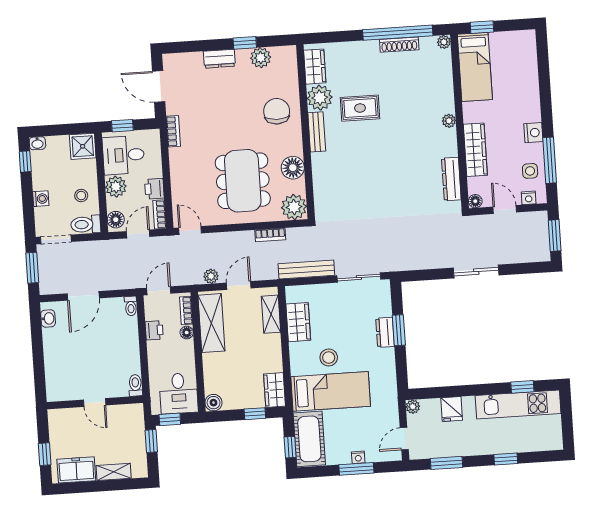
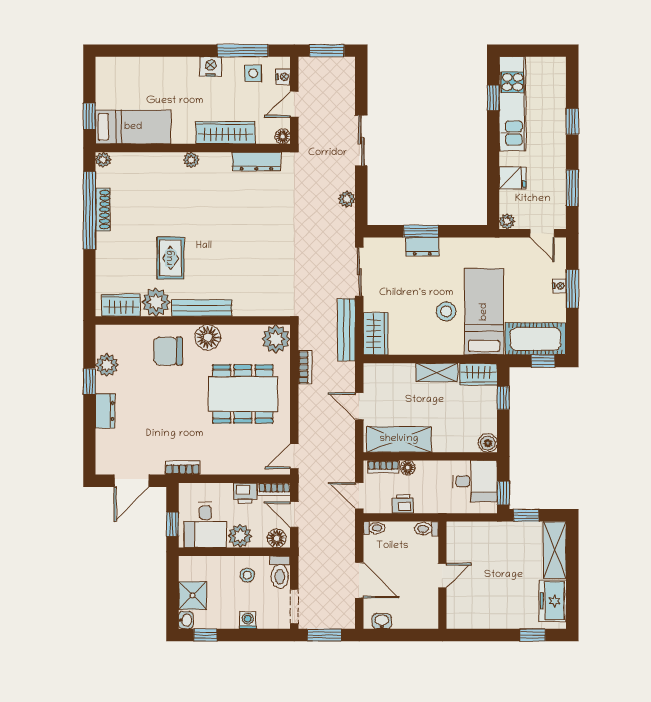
bench: (317, 132) -> (202, 308), width x1.36
shower: (83, 146) -> (193, 596), moved
floor lamp: (293, 168) -> (208, 337), moved
plant: (211, 276) -> (347, 199), moved
shelving: (271, 314) -> (437, 372), moved
wardrobe: (298, 322) -> (376, 334), moved, turned 90
toilet: (135, 385) -> (426, 529), moved
door: (95, 403) -> (442, 576), moved
wall: (95, 403) -> (442, 575), moved
shelving: (114, 472) -> (555, 550), width x1.50, depth x1.33

